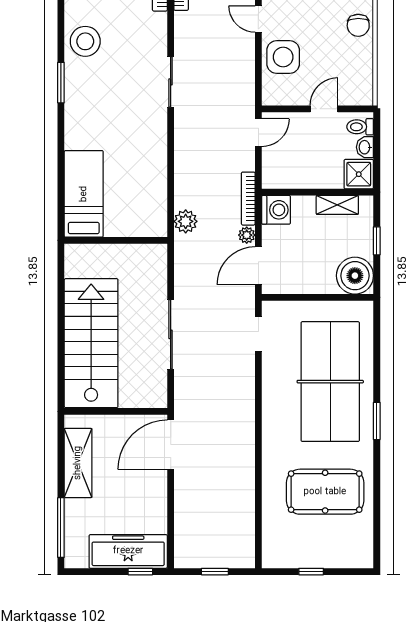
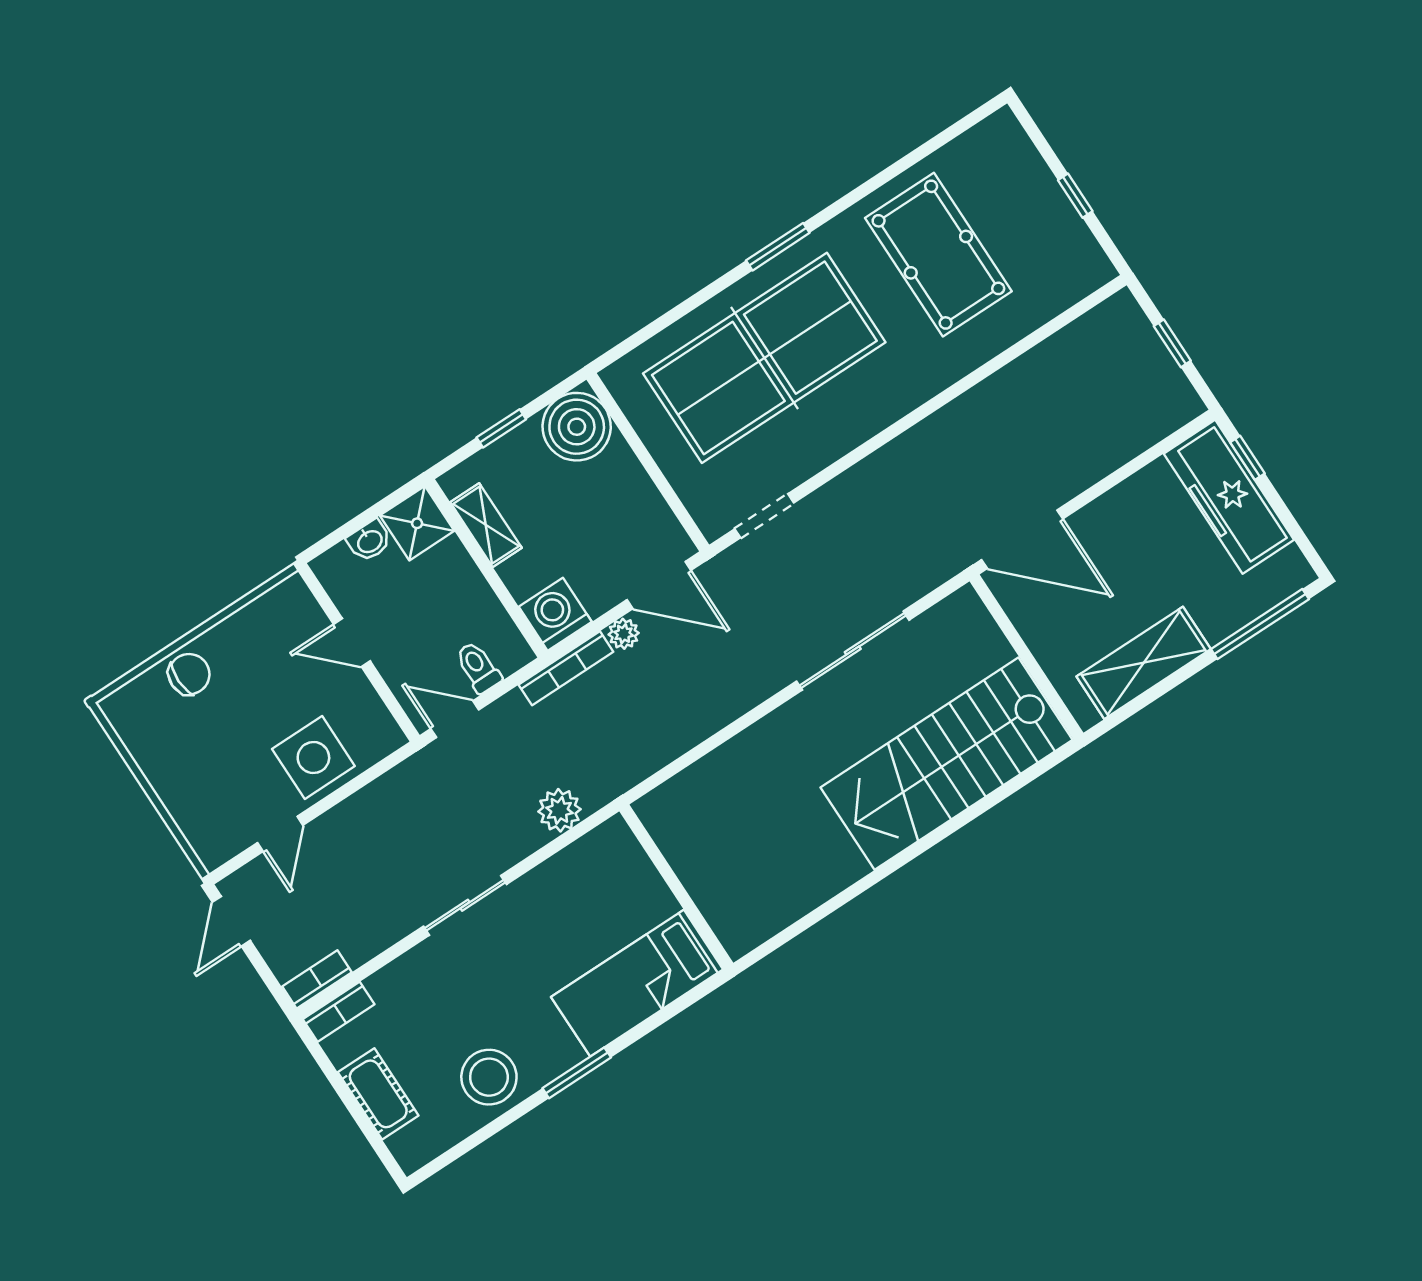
toilet: (360, 127) -> (478, 667), moved, turned 180
bed: (84, 194) -> (637, 983), moved
plant: (186, 221) -> (559, 810), moved
wall: (116, 240) -> (676, 887), moved

